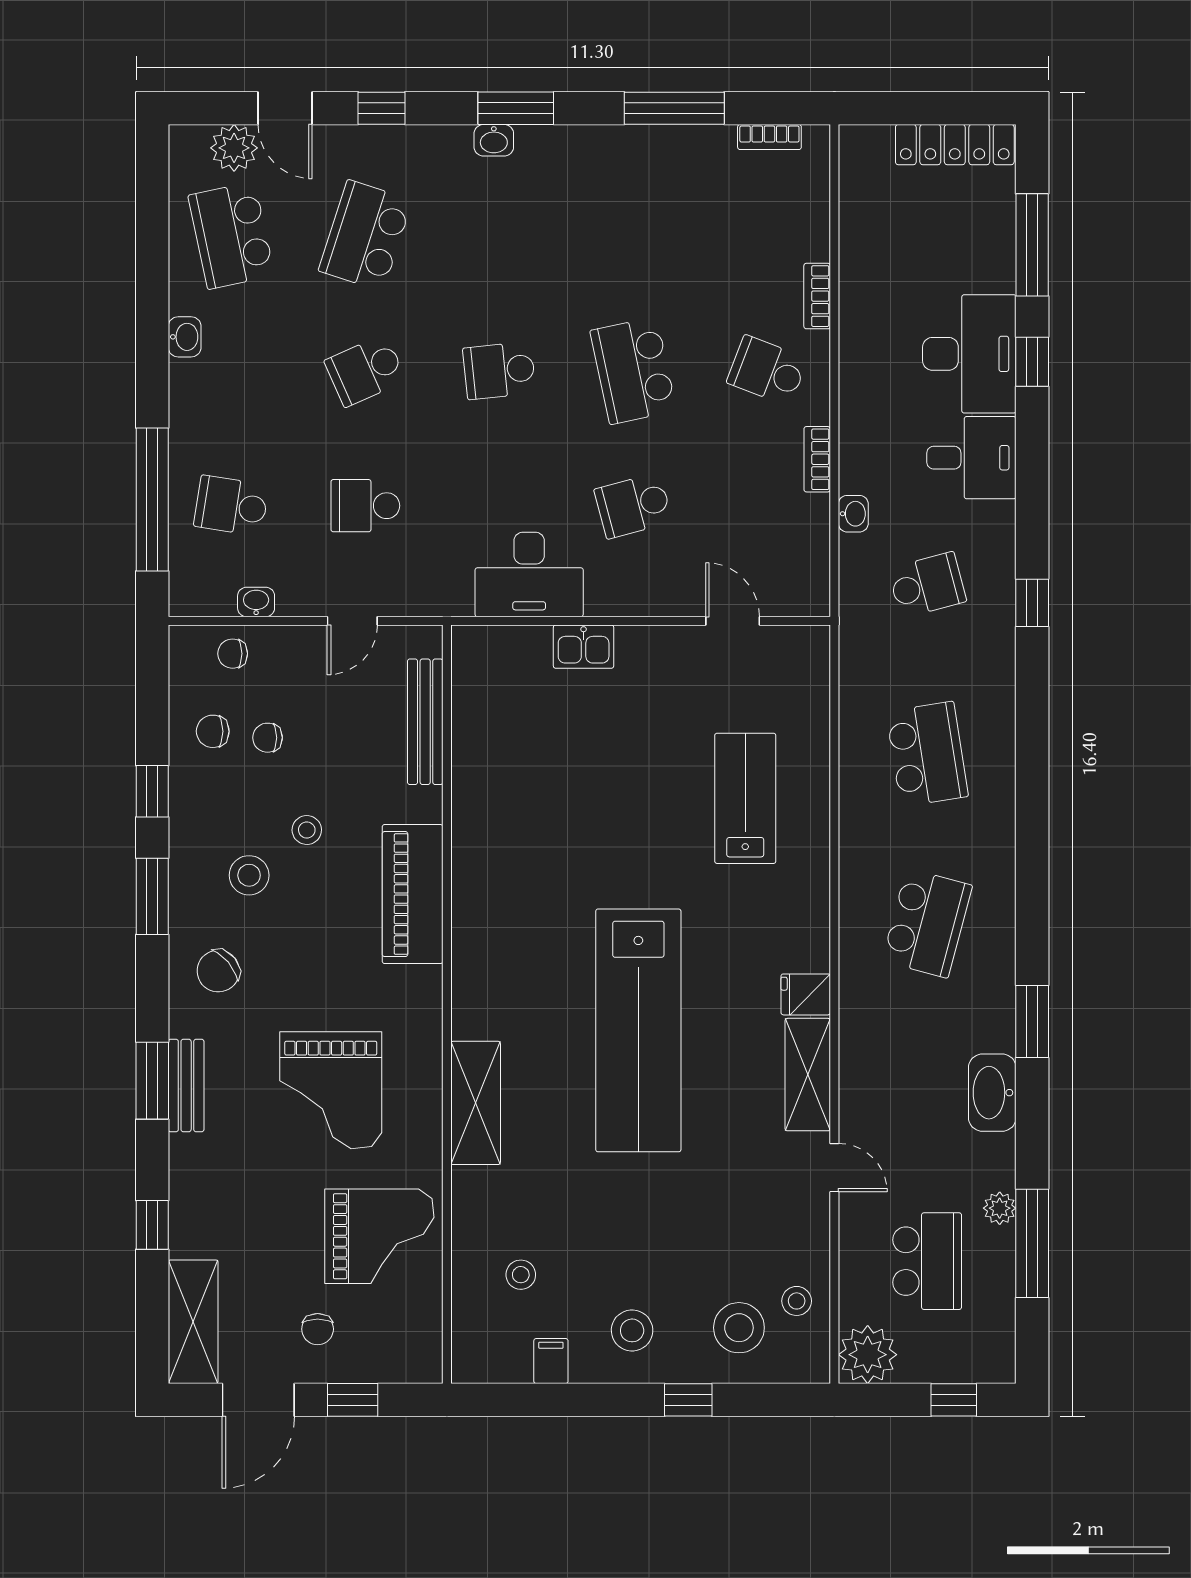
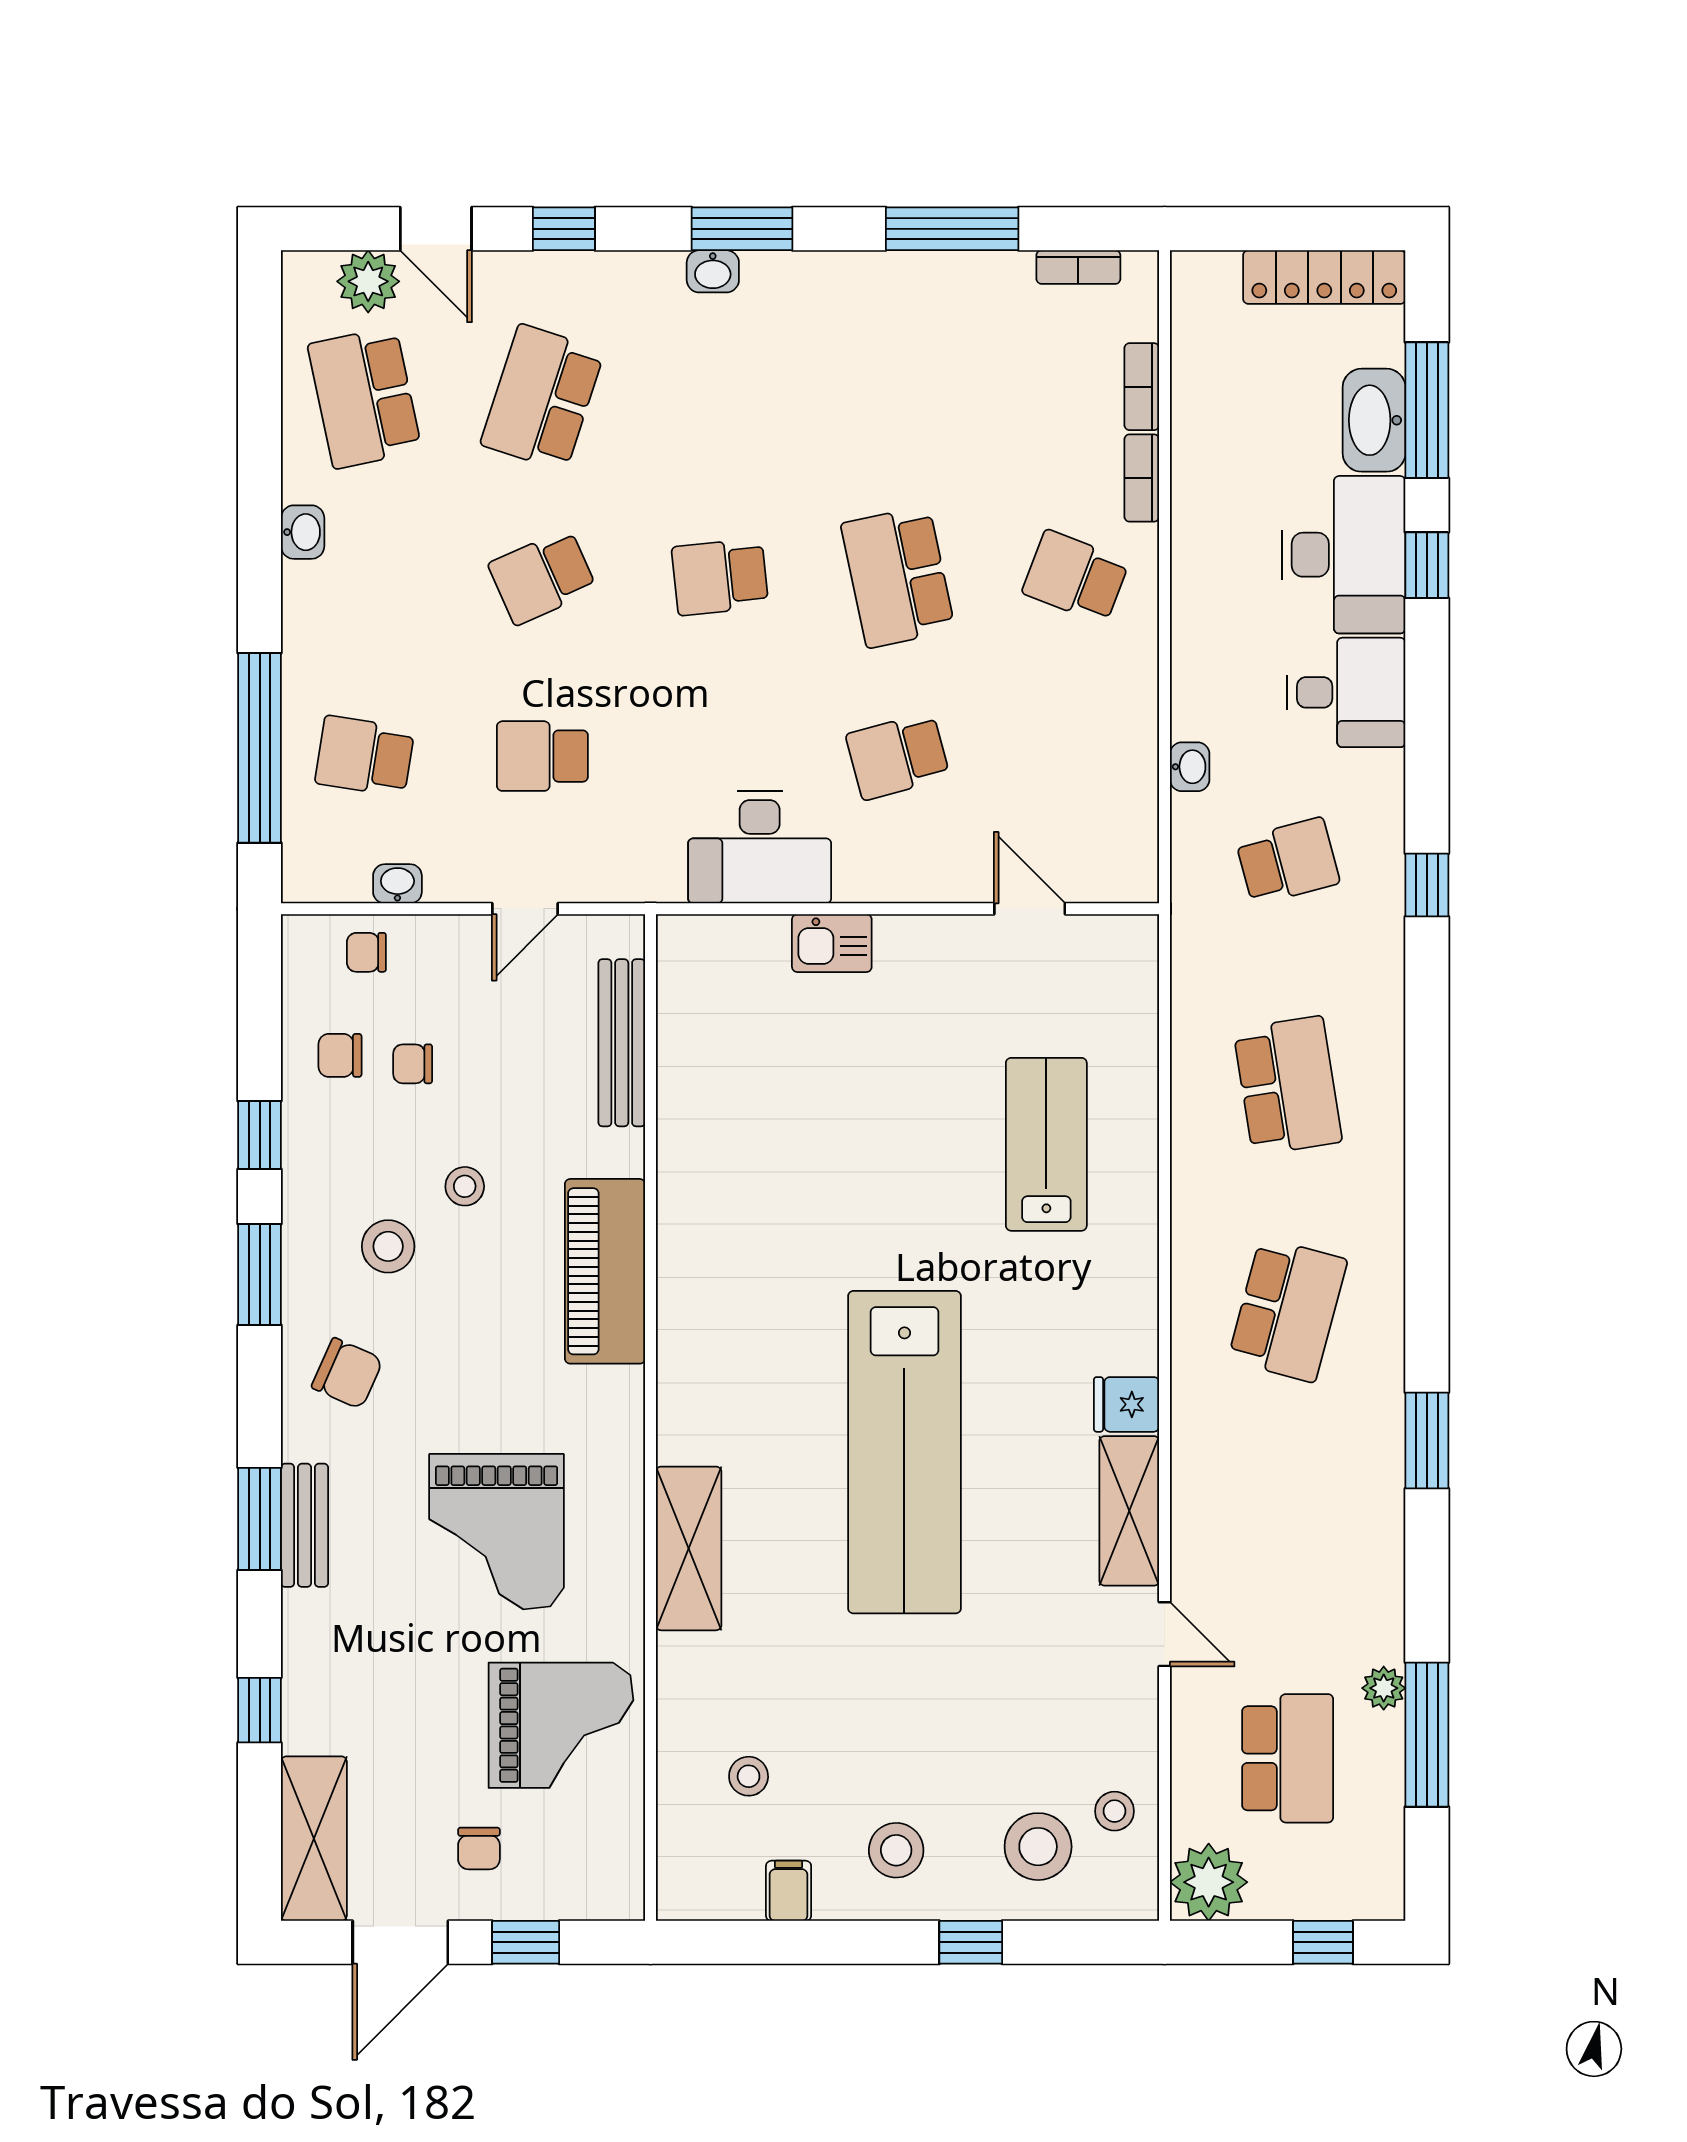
bookcase: (817, 459) -> (1142, 387), moved
chair: (218, 971) -> (347, 1373), turned -116
washbasin: (992, 1093) -> (1374, 420), moved

